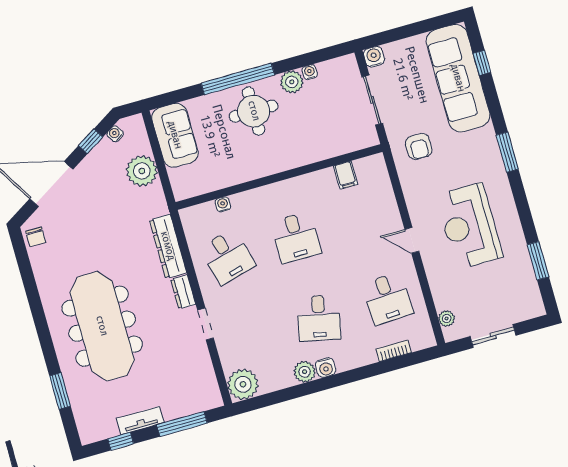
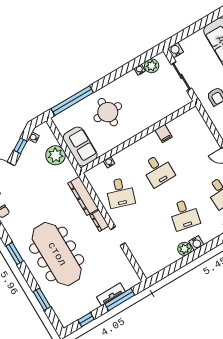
window: (238, 79) -> (72, 101), moved
plant: (292, 82) -> (152, 66), moved
round table: (254, 111) -> (108, 112), moved
sofa: (175, 135) -> (80, 147), moved
filing cabinet: (346, 175) -> (164, 134), moved
desk: (227, 257) -> (120, 193), turned 33
window: (36, 308) -> (15, 254), added
plant: (243, 384) -> (150, 266), removed
tv unit: (140, 421) -> (111, 294), moved

